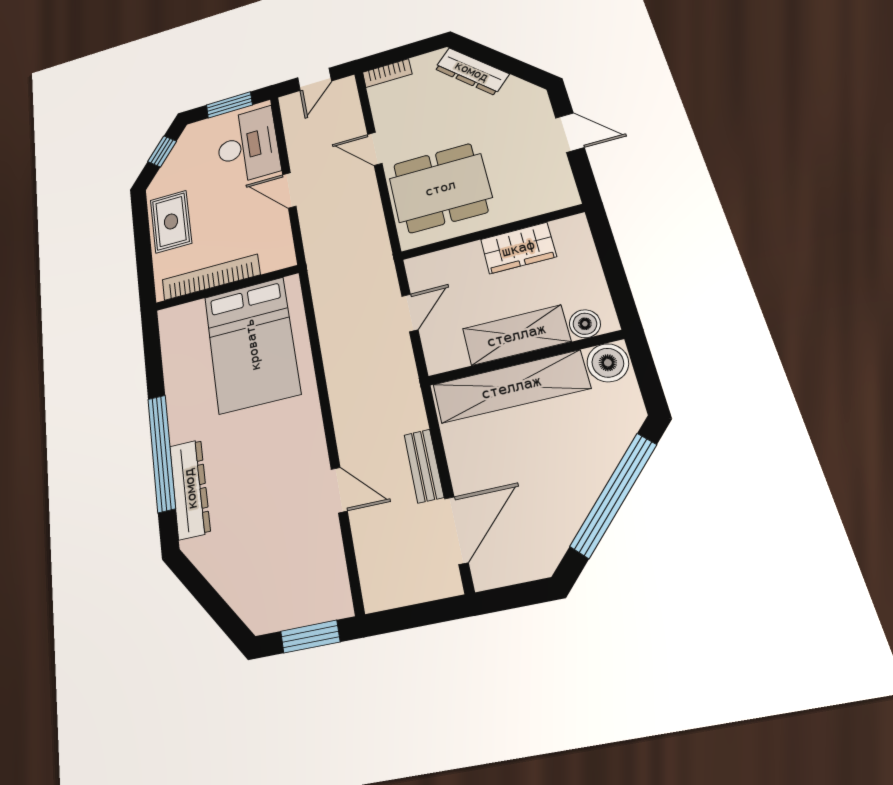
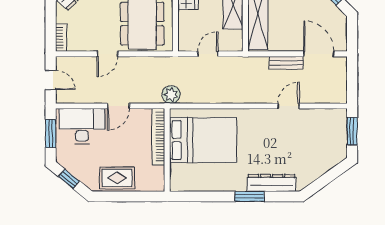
plant: (323, 269) -> (171, 95), added
bookcase: (211, 277) -> (158, 137), moved
door: (410, 313) -> (208, 54), hinge flipped
window: (162, 453) -> (250, 196), width x0.47

